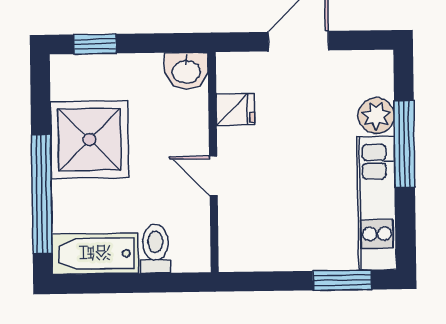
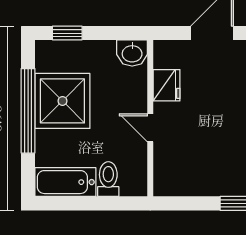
fridge: (235, 109) -> (166, 85), width x1.38
window: (42, 194) -> (28, 111), moved

